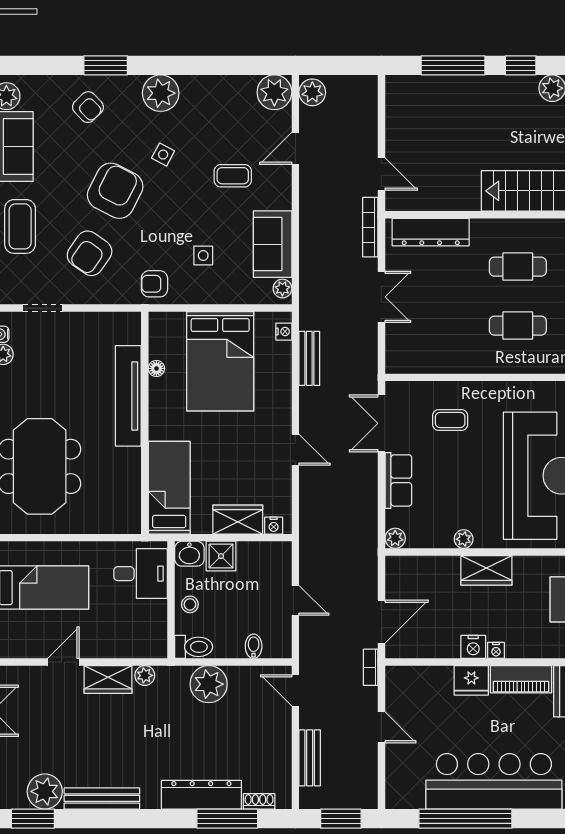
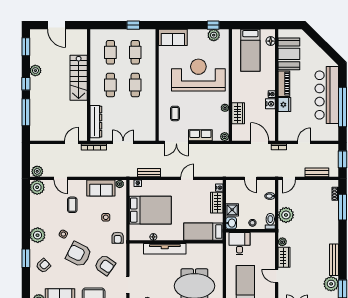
wardrobe: (486, 570) -> (238, 113), moved
door: (295, 600) -> (251, 178), swing flipped
dresser: (201, 795) -> (332, 218), removed

